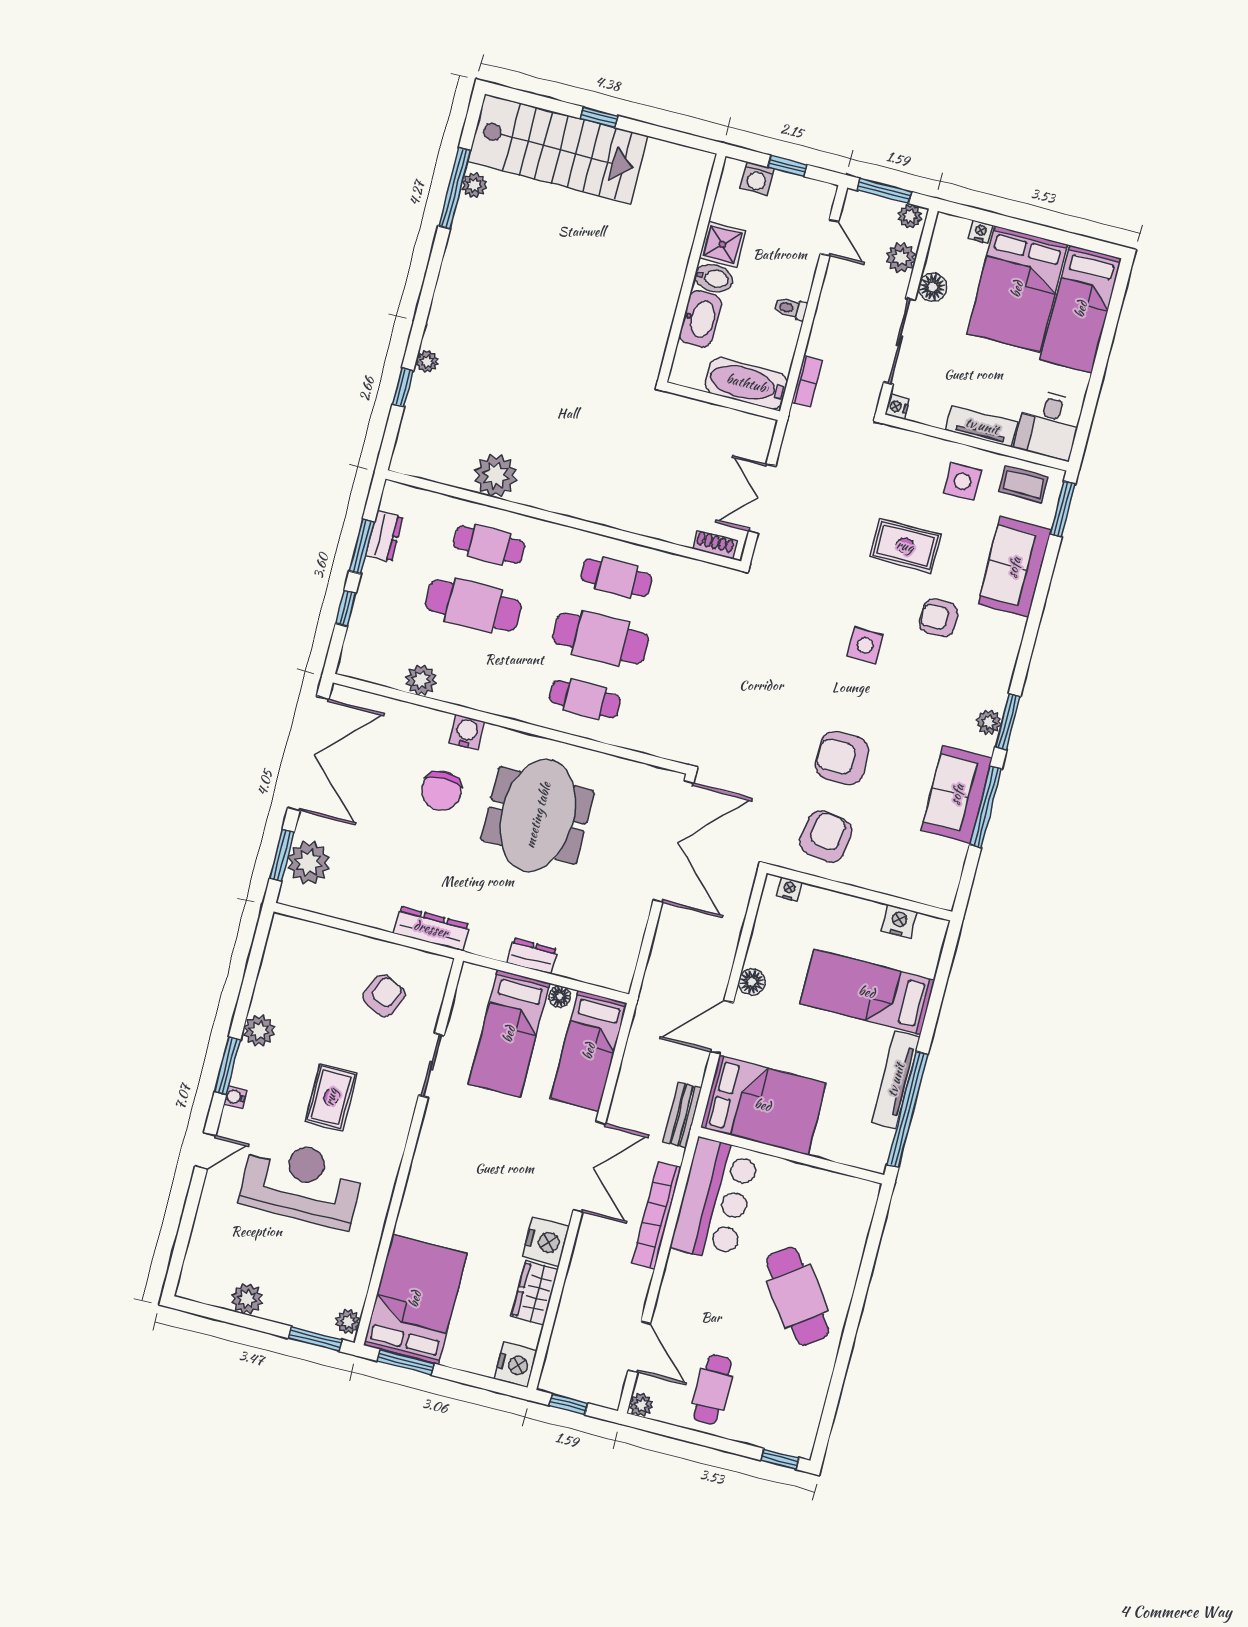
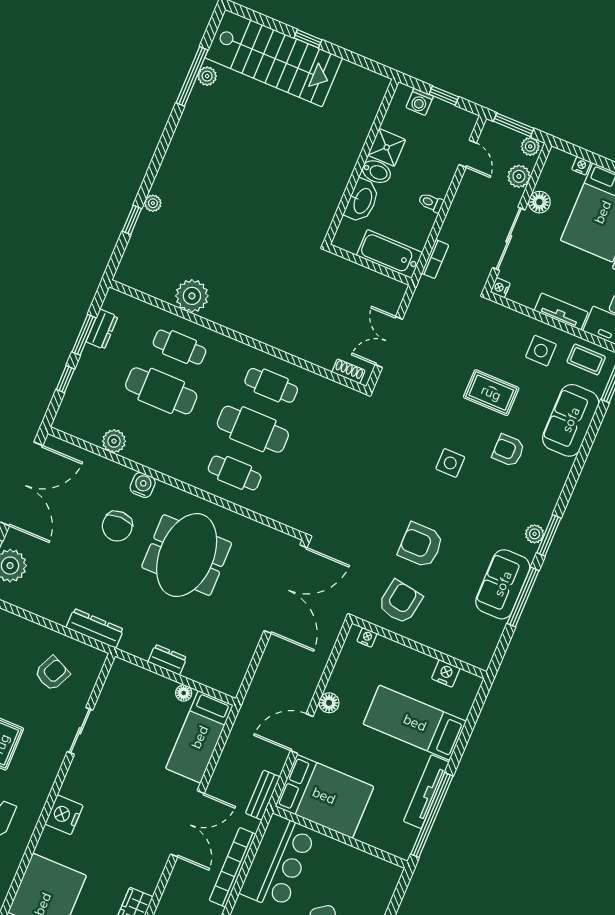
bed: (509, 1034) -> (142, 715), removed
nightstand: (546, 1242) -> (64, 815), moved, turned 180

